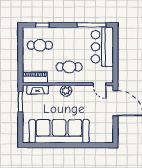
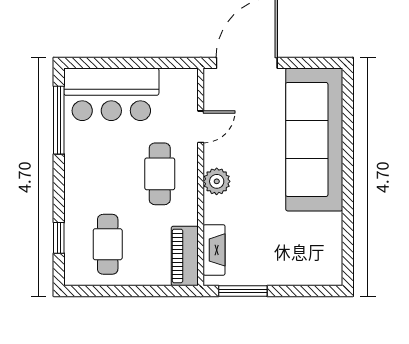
door: (100, 84) -> (201, 127), moved
sofa: (59, 131) -> (314, 139), moved

